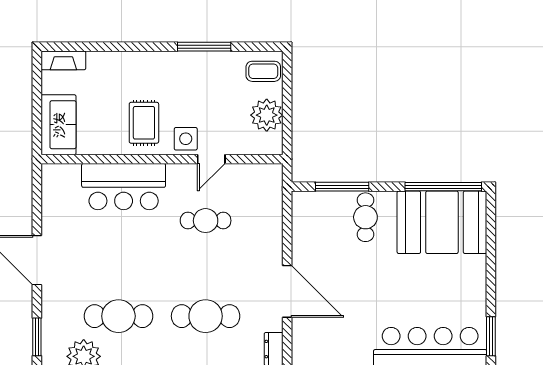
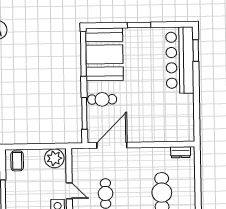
plant: (267, 115) -> (54, 158), moved
door: (287, 291) -> (112, 145), moved
window: (491, 336) -> (139, 25), moved

